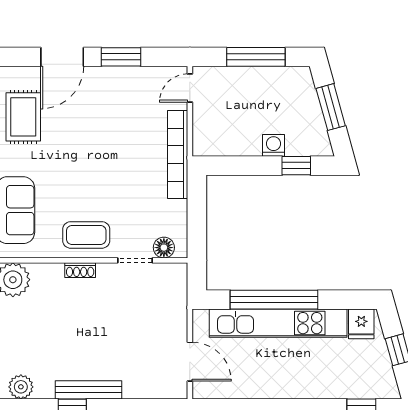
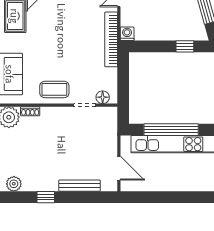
washing machine: (273, 145) -> (127, 34), moved
shoe rack: (80, 270) -> (30, 111), moved
bench: (89, 390) -> (80, 186), moved

